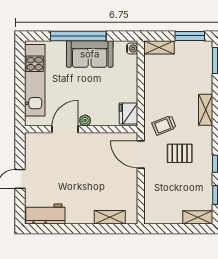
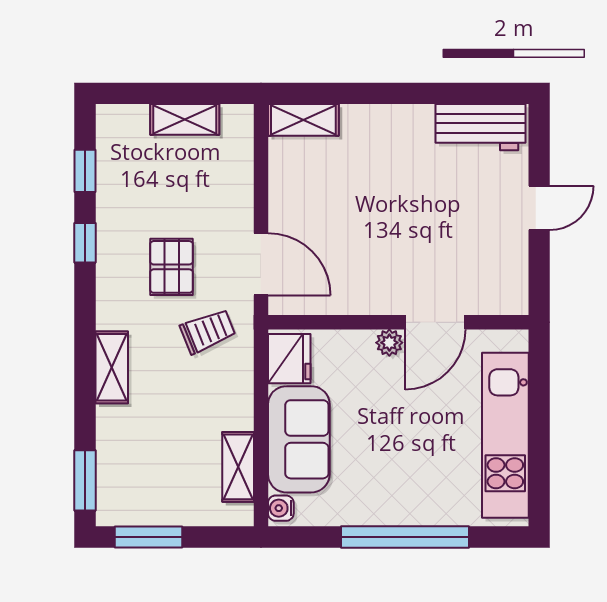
shelving: (159, 47) -> (238, 467), moved, turned 90
sofa: (90, 54) -> (299, 439), moved, turned 90
pallet: (180, 153) -> (171, 267), turned 90
shelving: (110, 217) -> (303, 120), moved
shelving: (198, 217) -> (185, 119), moved

